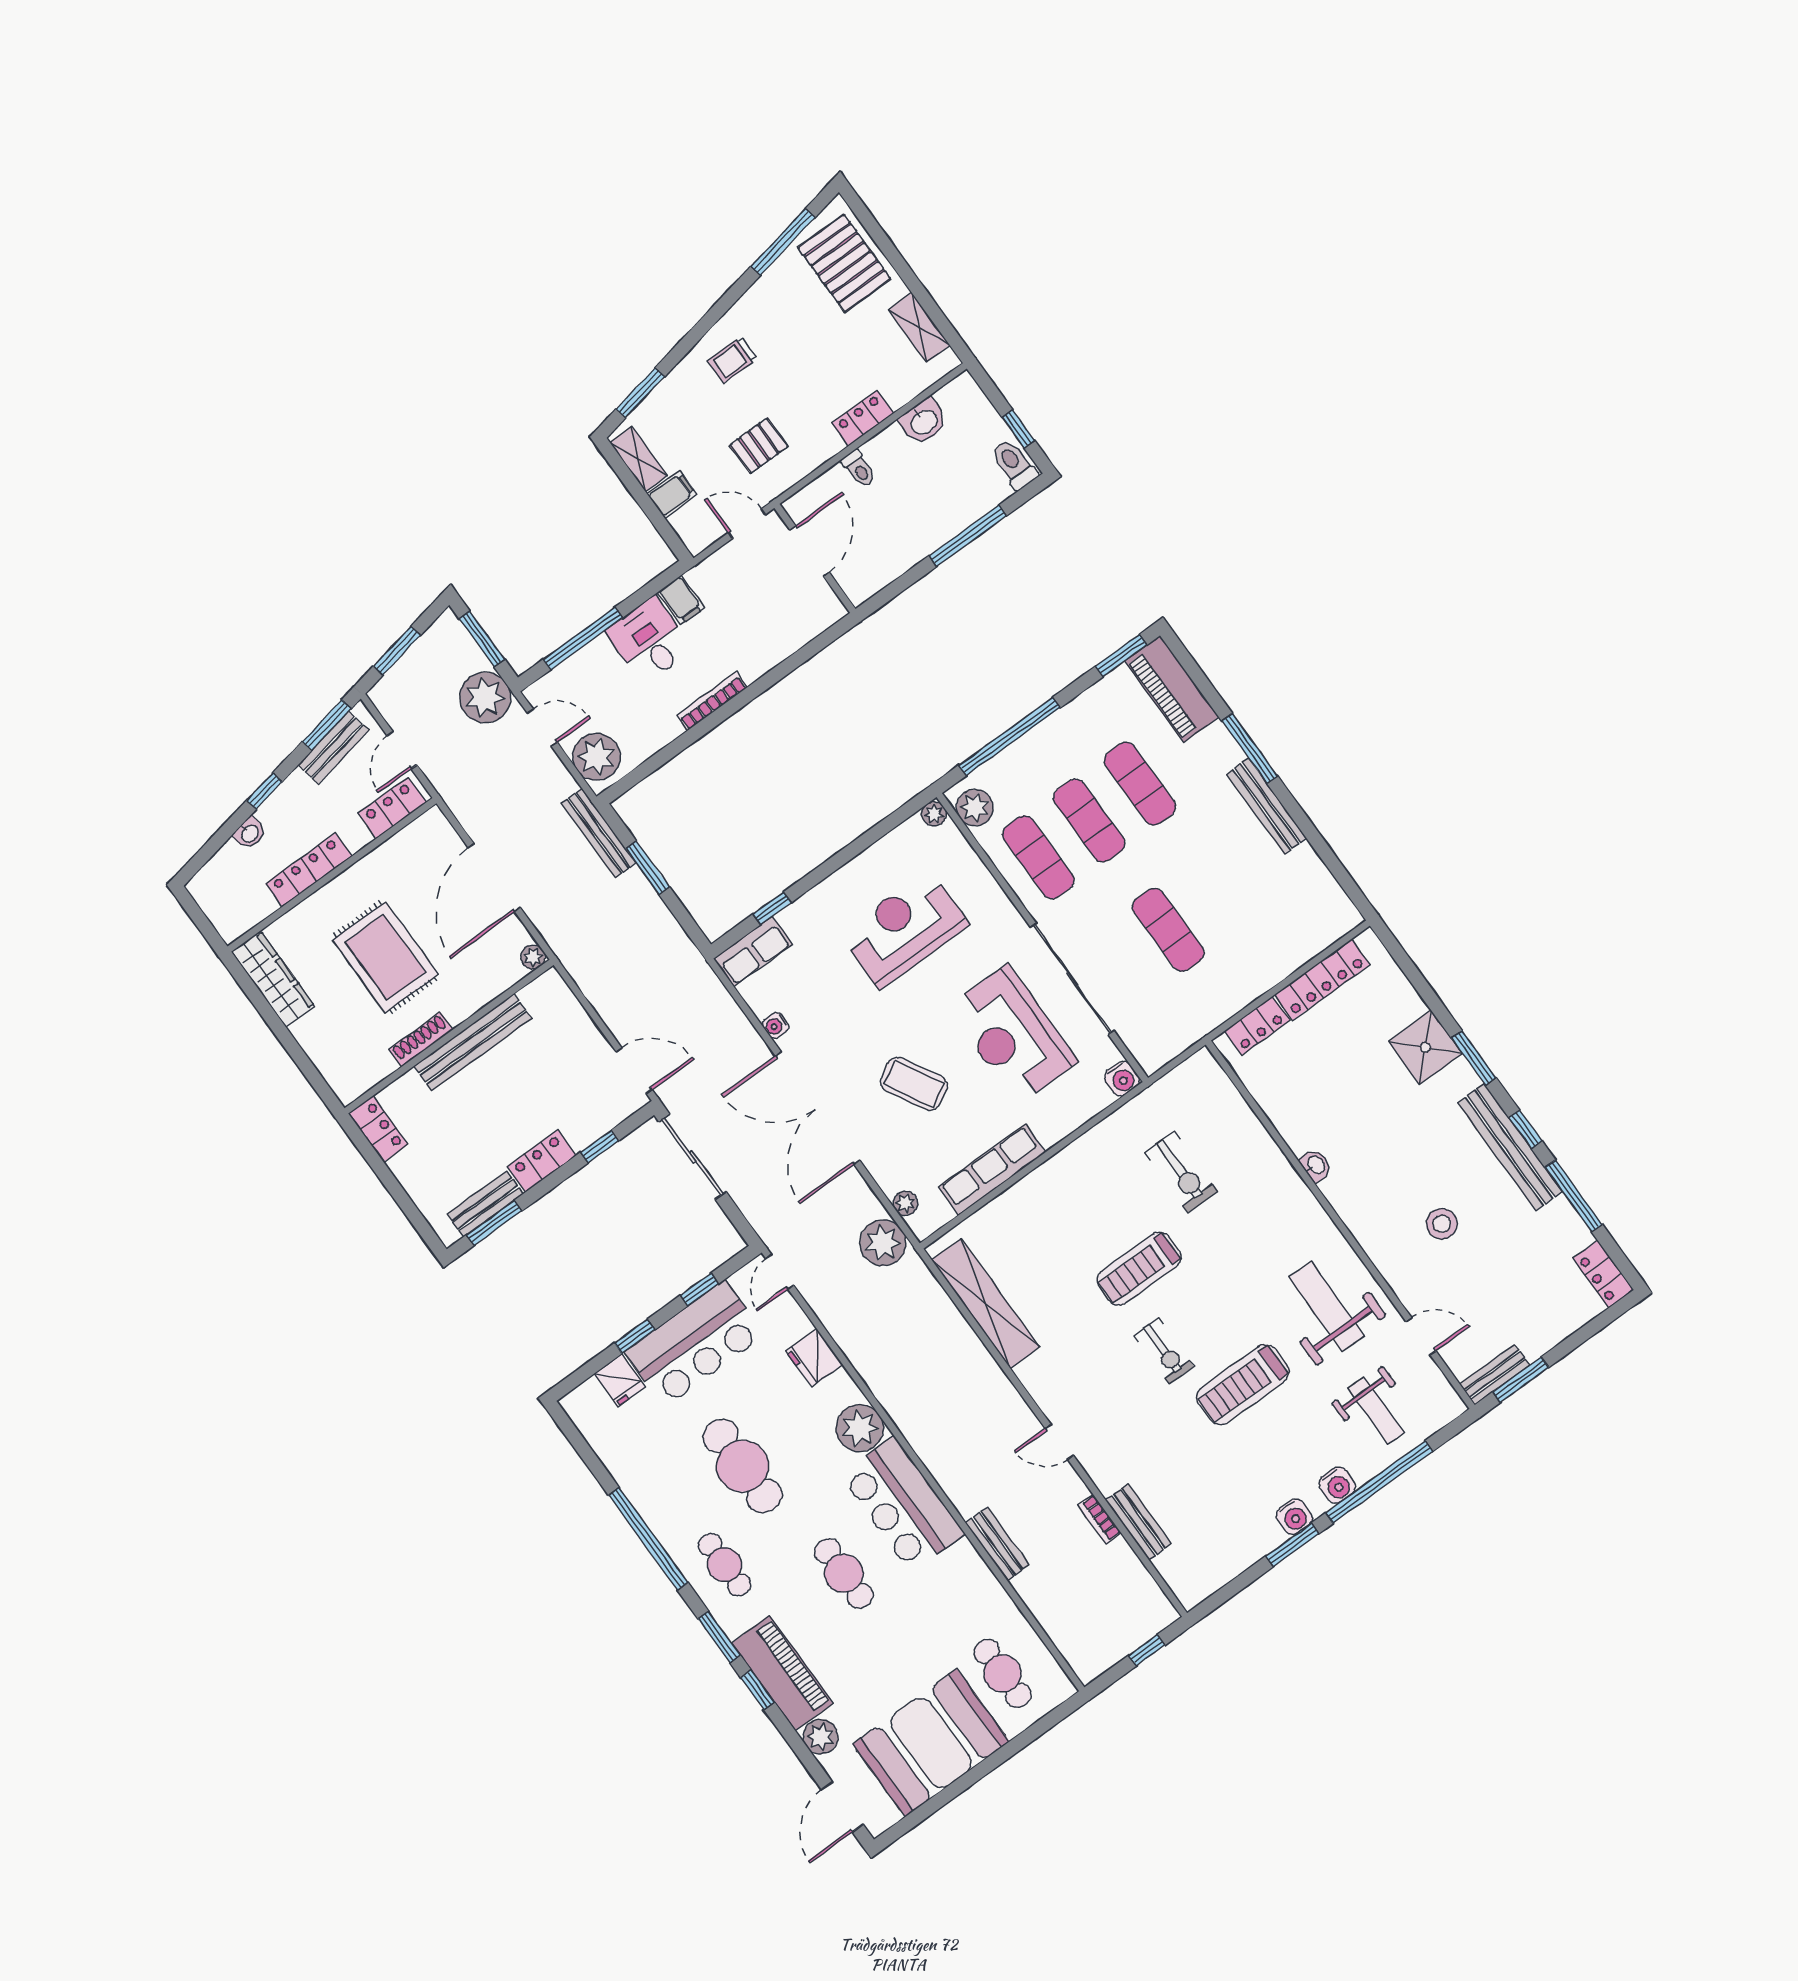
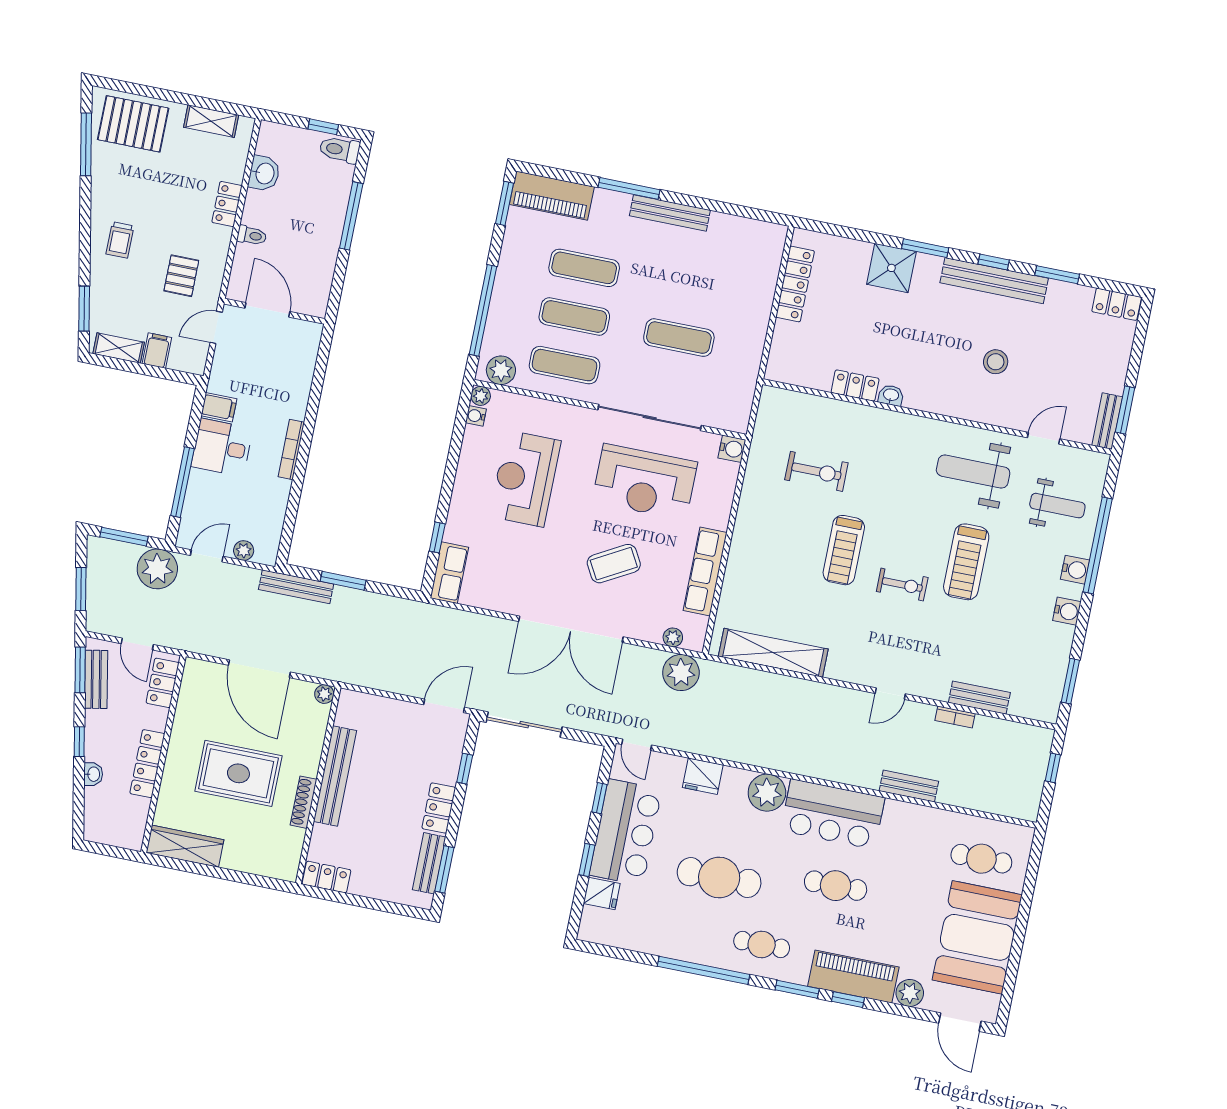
plant: (596, 757) -> (244, 551), width x0.53, depth x0.53
water cooler: (776, 1025) -> (476, 416), moved, turned 90
locker: (1257, 1026) -> (855, 386), moved, turned -90
window: (1574, 1196) -> (1057, 275), width x0.69
window: (1292, 1545) -> (1070, 681), moved

